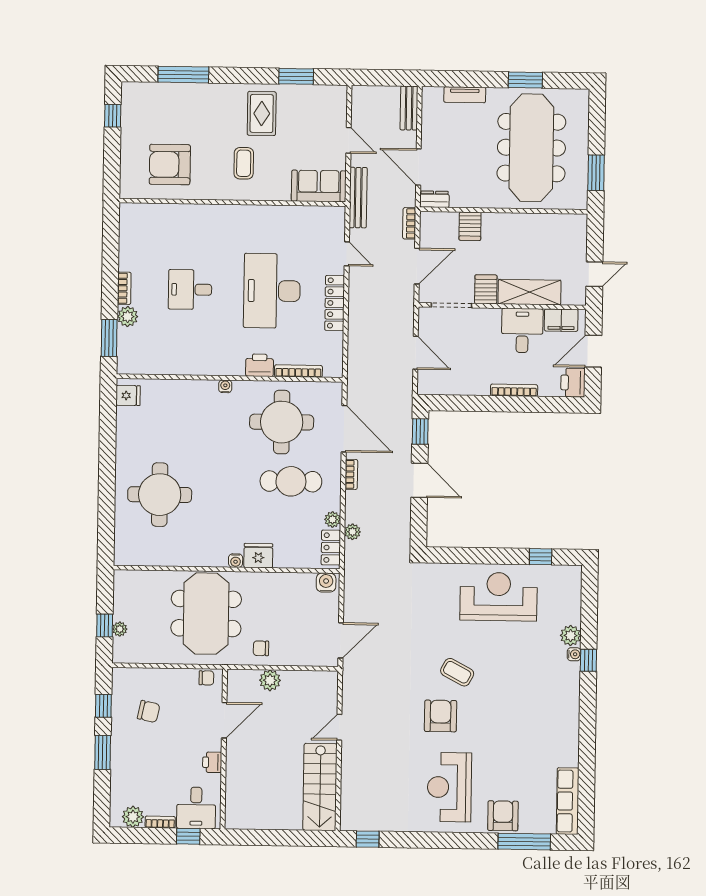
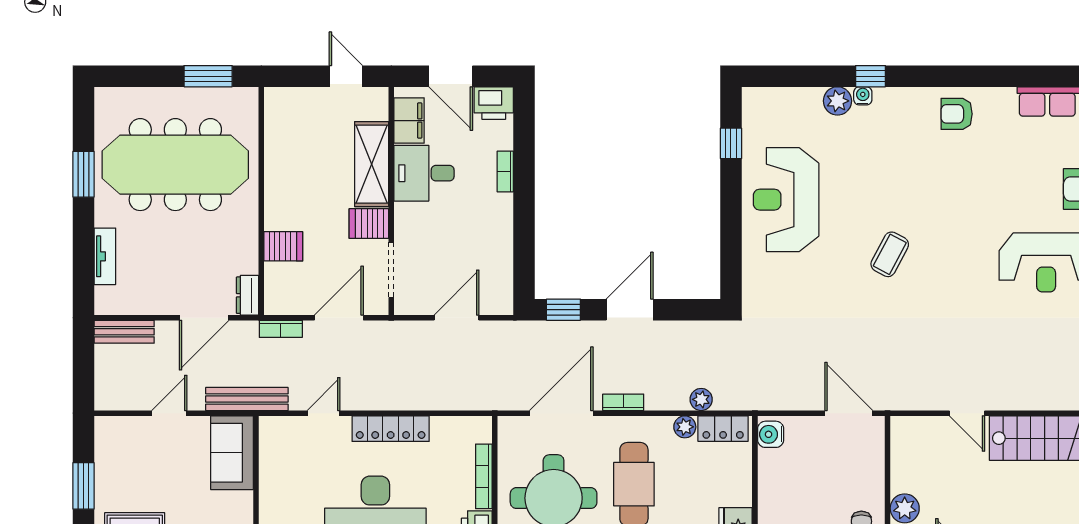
door: (417, 266) -> (339, 318), hinge flipped
bookcase: (514, 390) -> (505, 172), width x0.64
armchair: (441, 716) -> (957, 114), moved, width x0.72, depth x0.72

